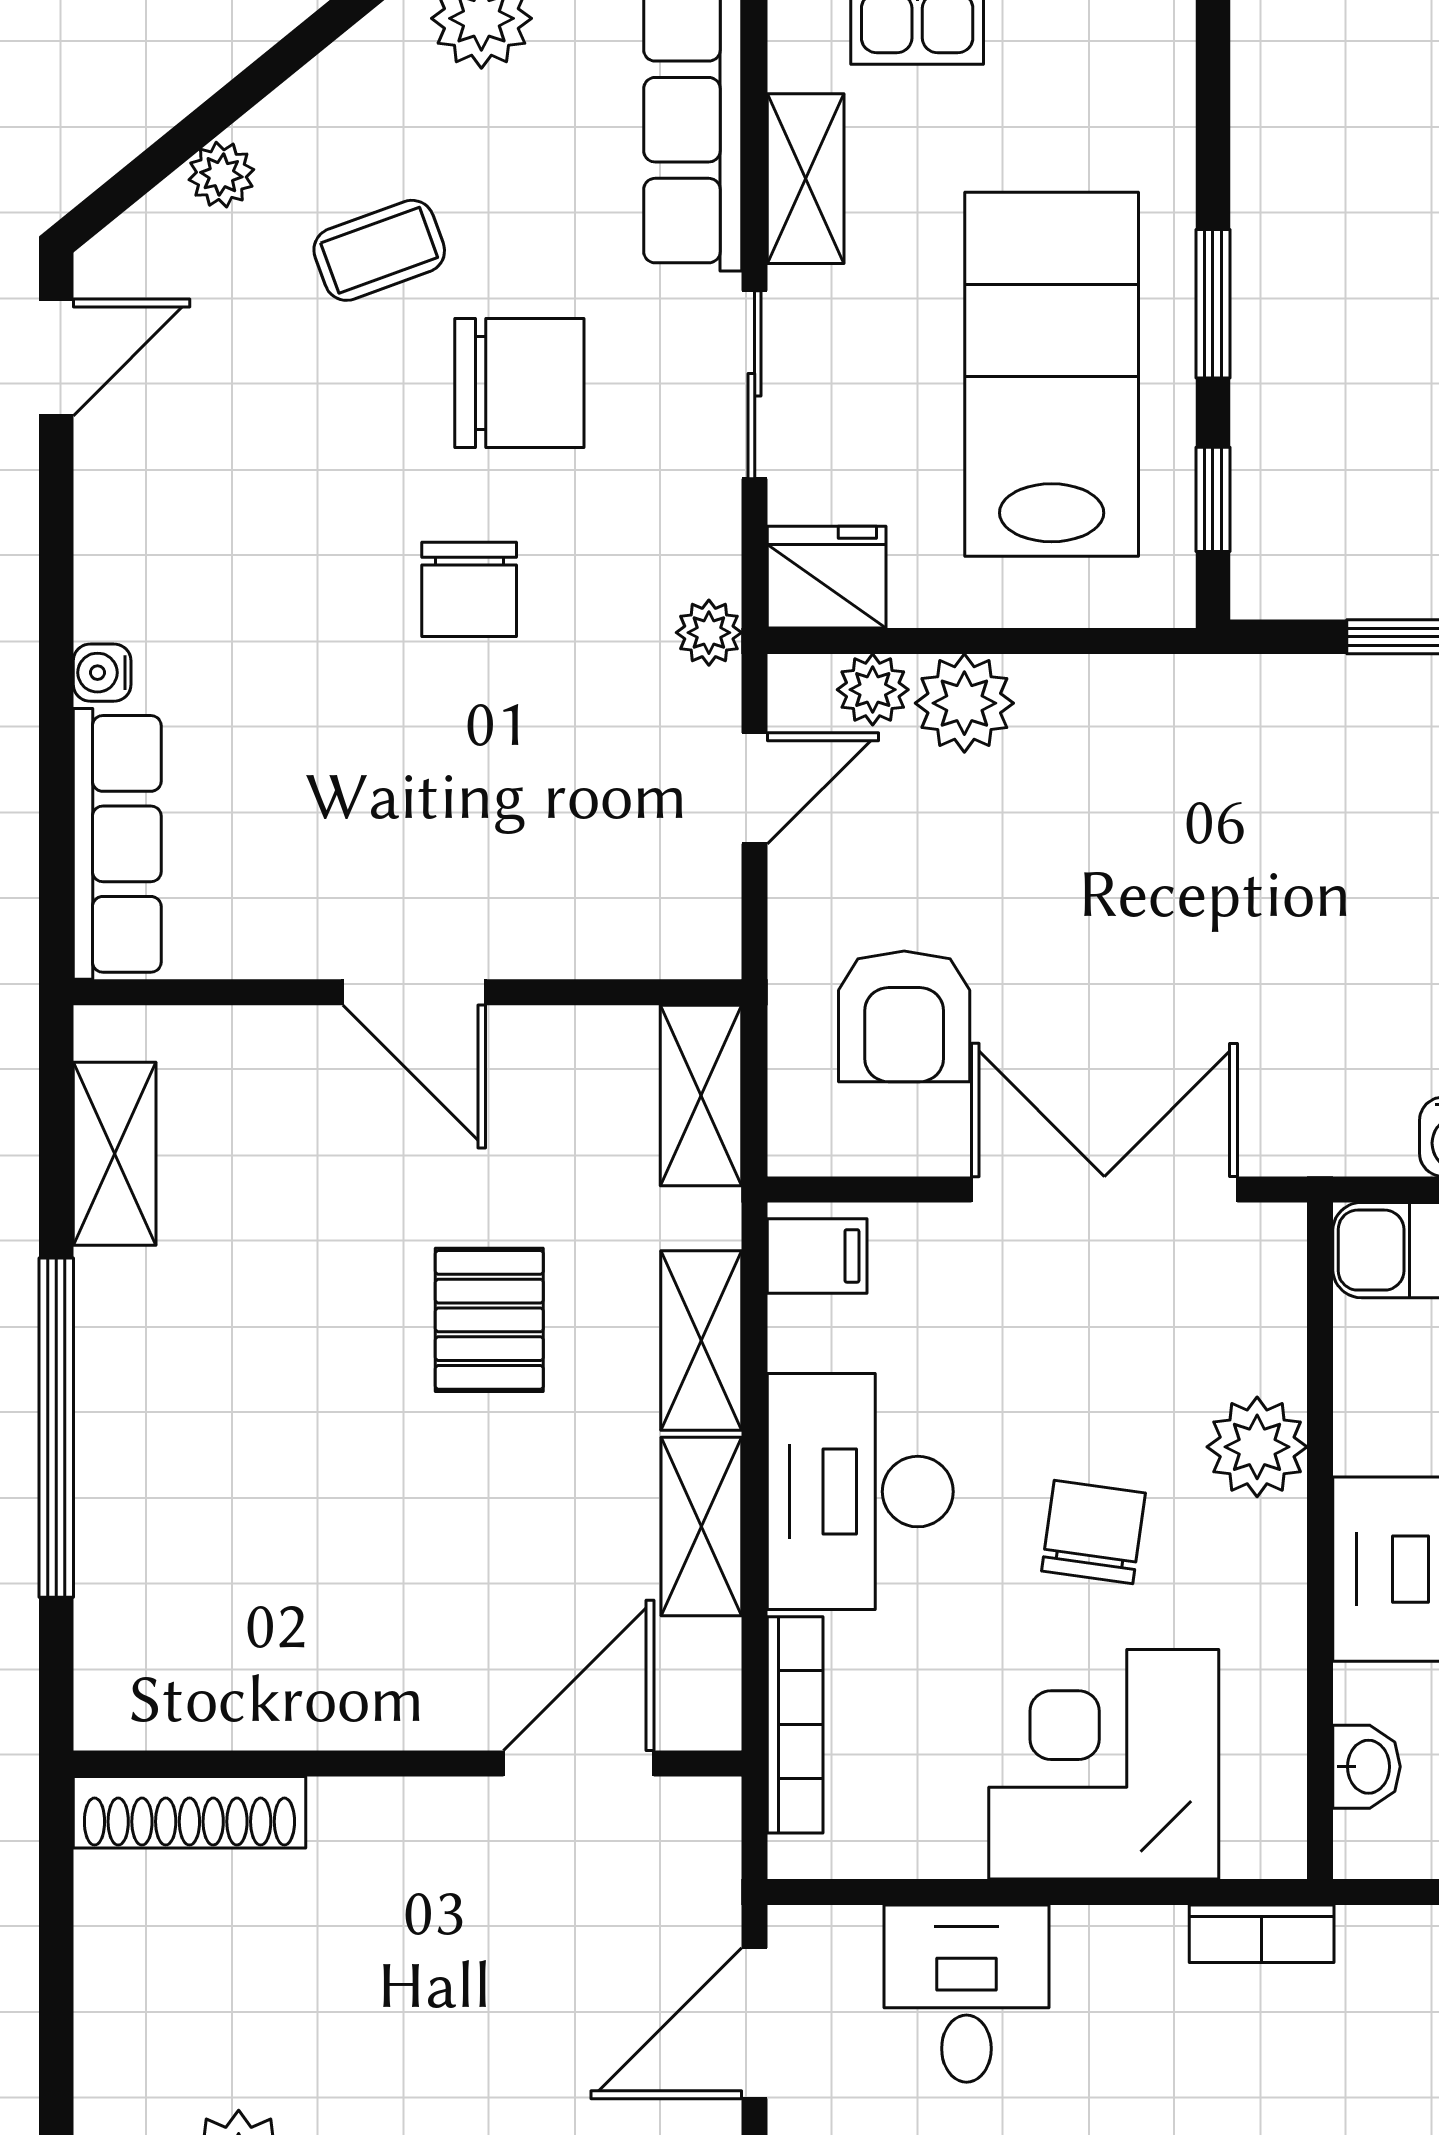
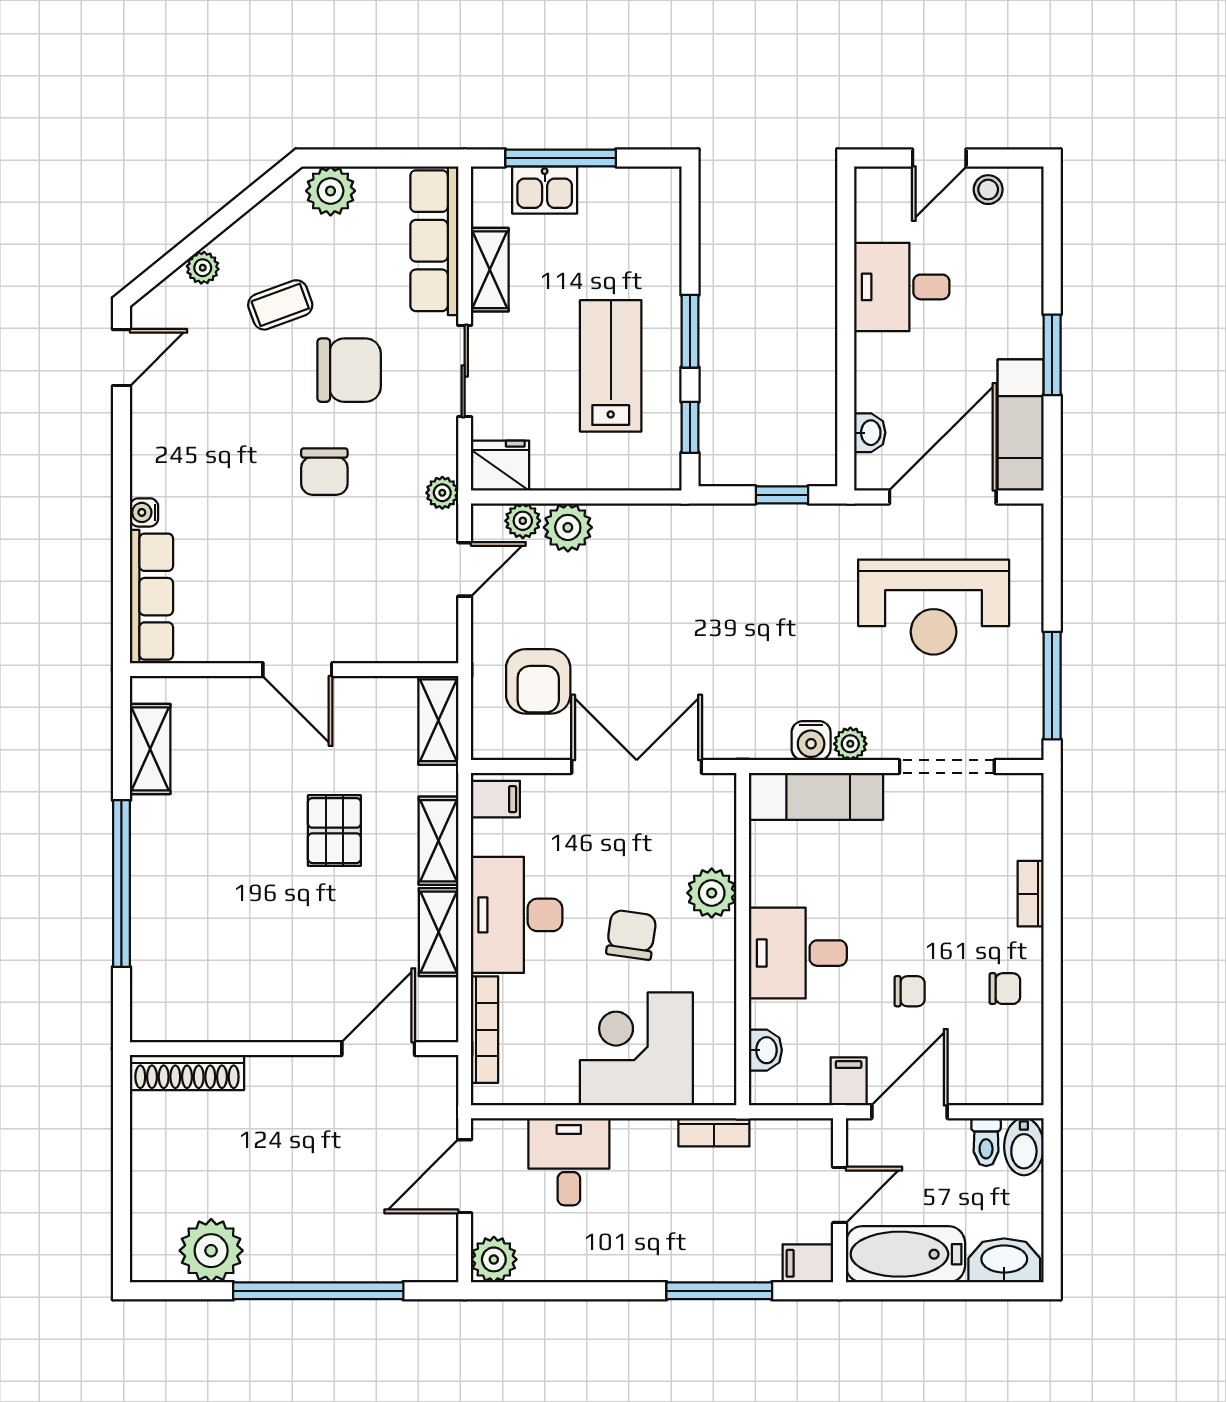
lab bench: (1052, 374) -> (611, 366), width x0.73, depth x0.72

